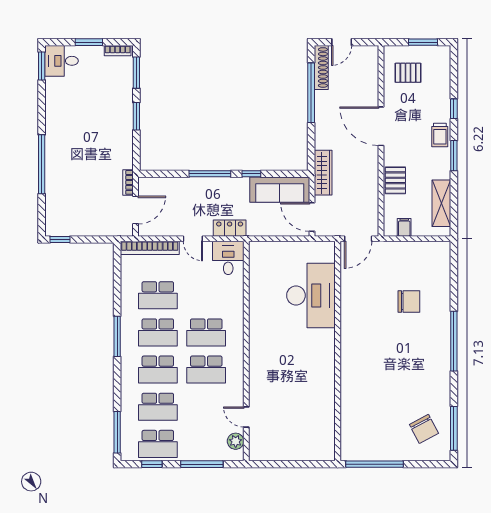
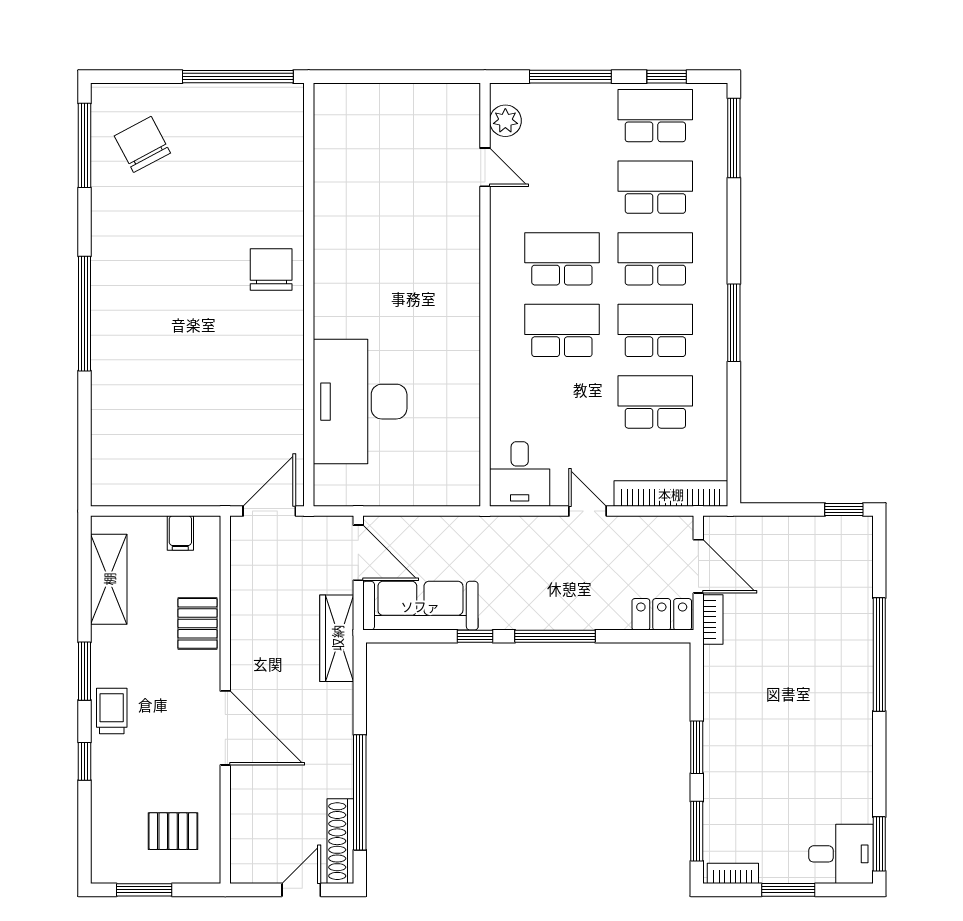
door: (135, 210) -> (698, 566), swing flipped
locker: (230, 228) -> (662, 614), moved, turned 180
chair: (409, 301) -> (271, 269), moved, turned 90

